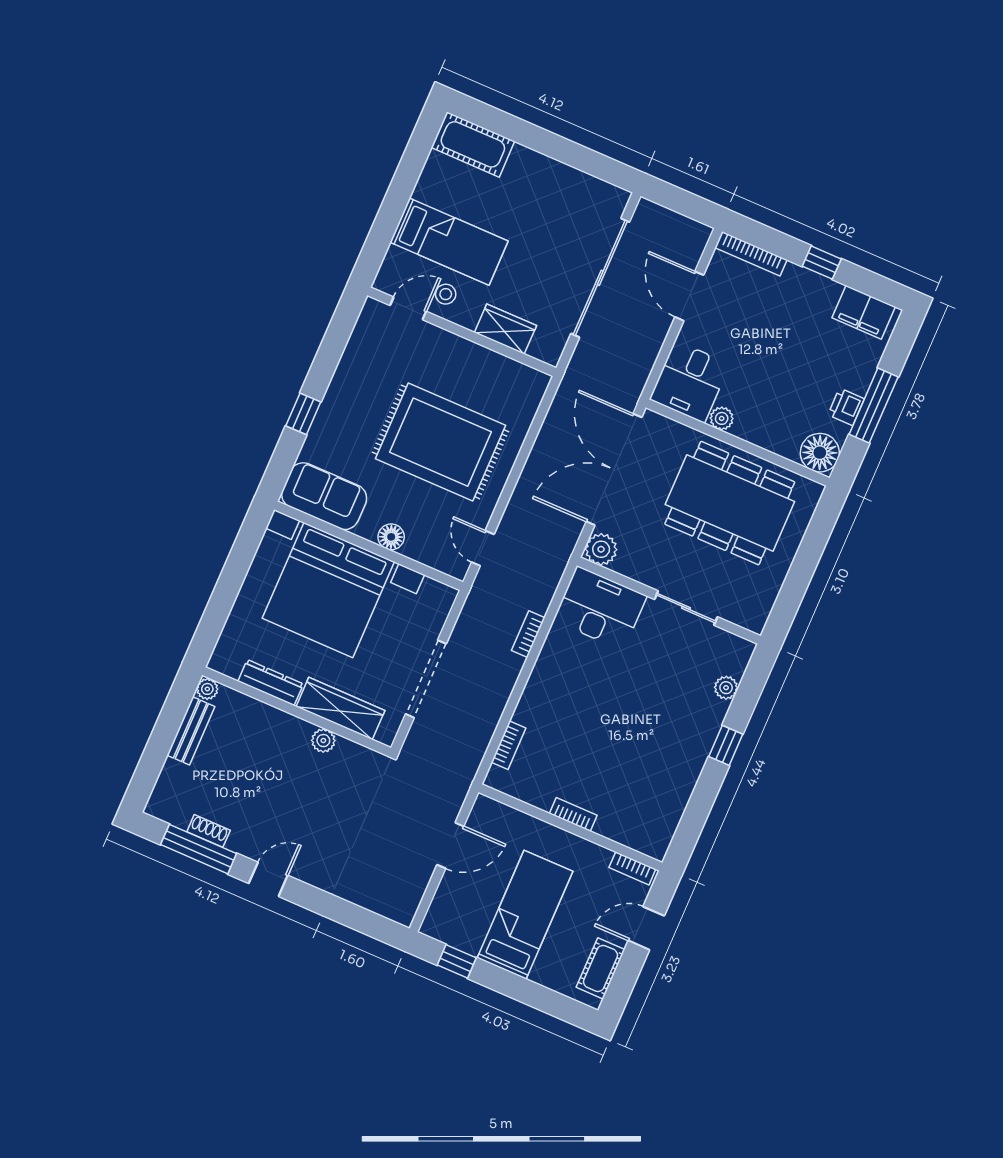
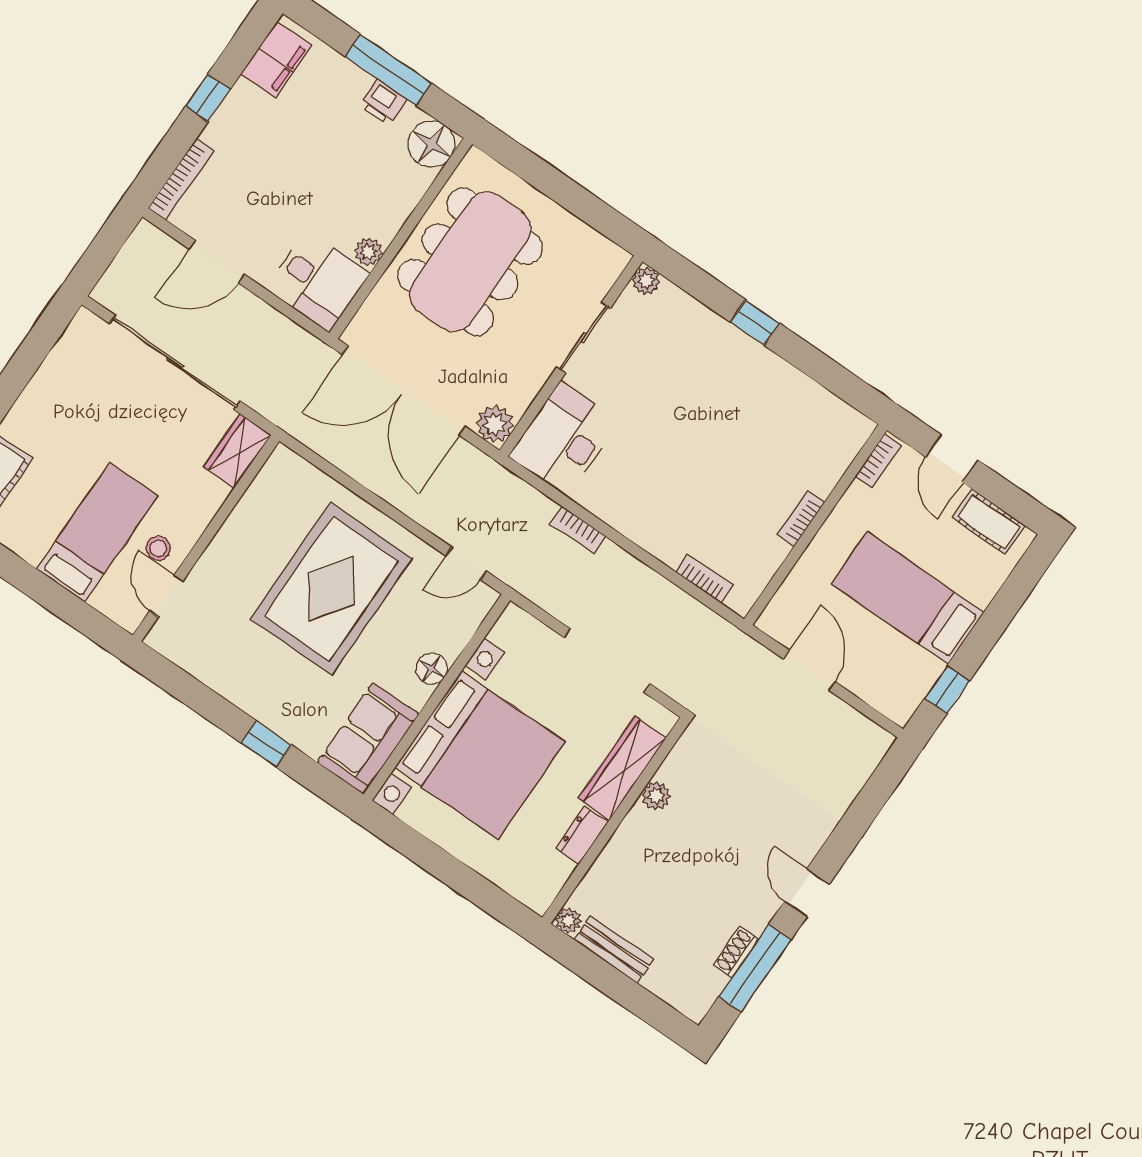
wardrobe: (505, 329) -> (237, 451), moved
dresser: (271, 683) -> (582, 835), width x0.70
plant: (726, 688) -> (646, 281), moved

